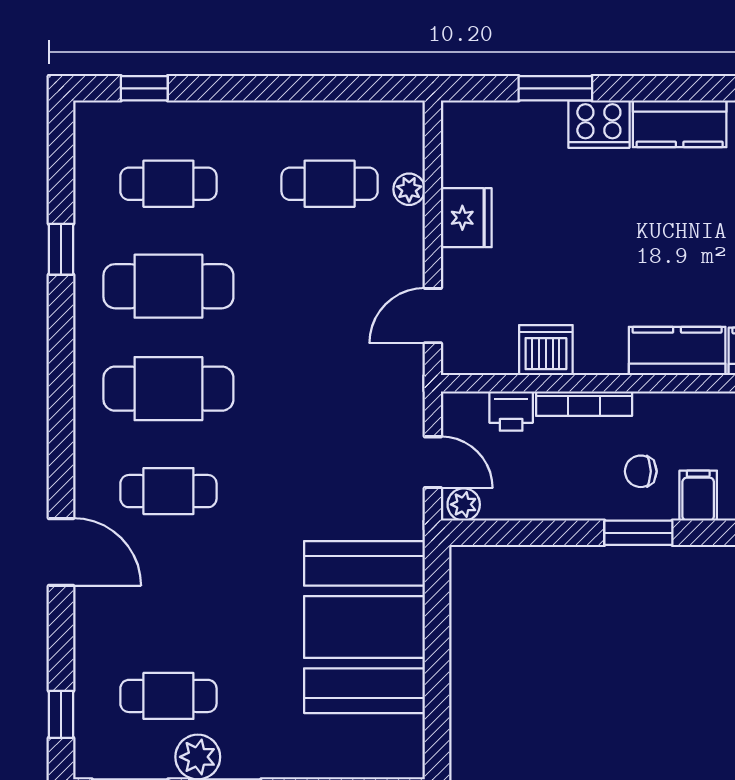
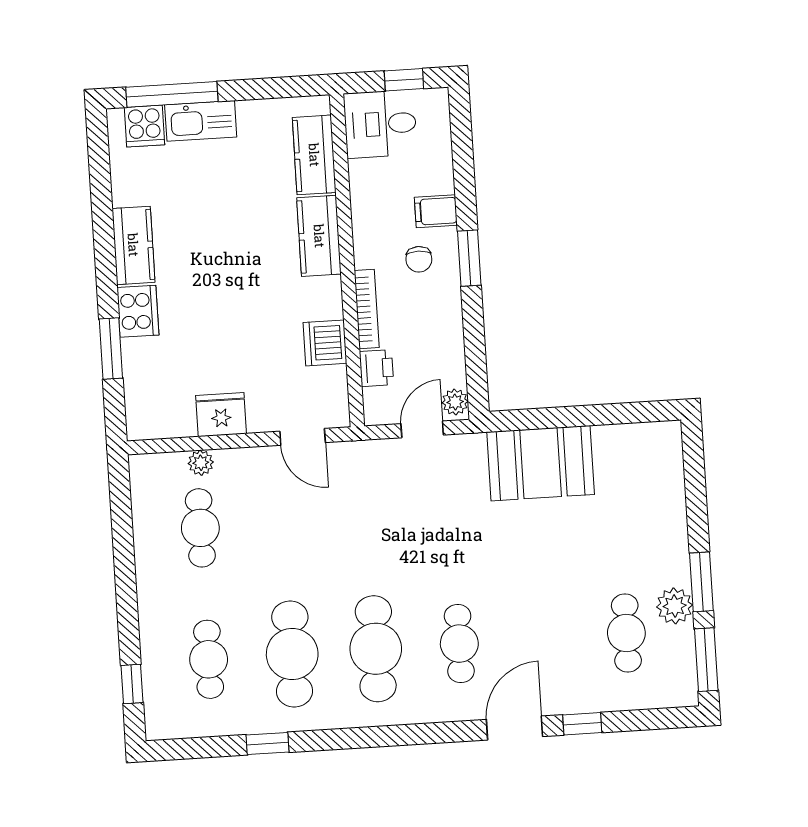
booth: (364, 627) -> (541, 463), width x0.73, depth x0.70
window: (61, 714) -> (582, 724), moved

